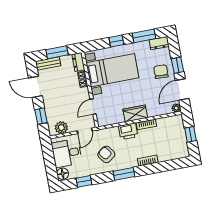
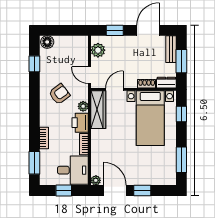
window: (116, 41) -> (181, 114), moved
dresser: (159, 43) -> (170, 175), removed
chair: (161, 72) -> (139, 171), removed
door: (93, 107) -> (114, 89), hinge flipped
wardrobe: (135, 113) -> (98, 110), moved, width x1.50
plant: (113, 131) -> (83, 106), added
desk: (67, 153) -> (73, 170), moved, turned 90
window: (124, 174) -> (34, 163), moved

